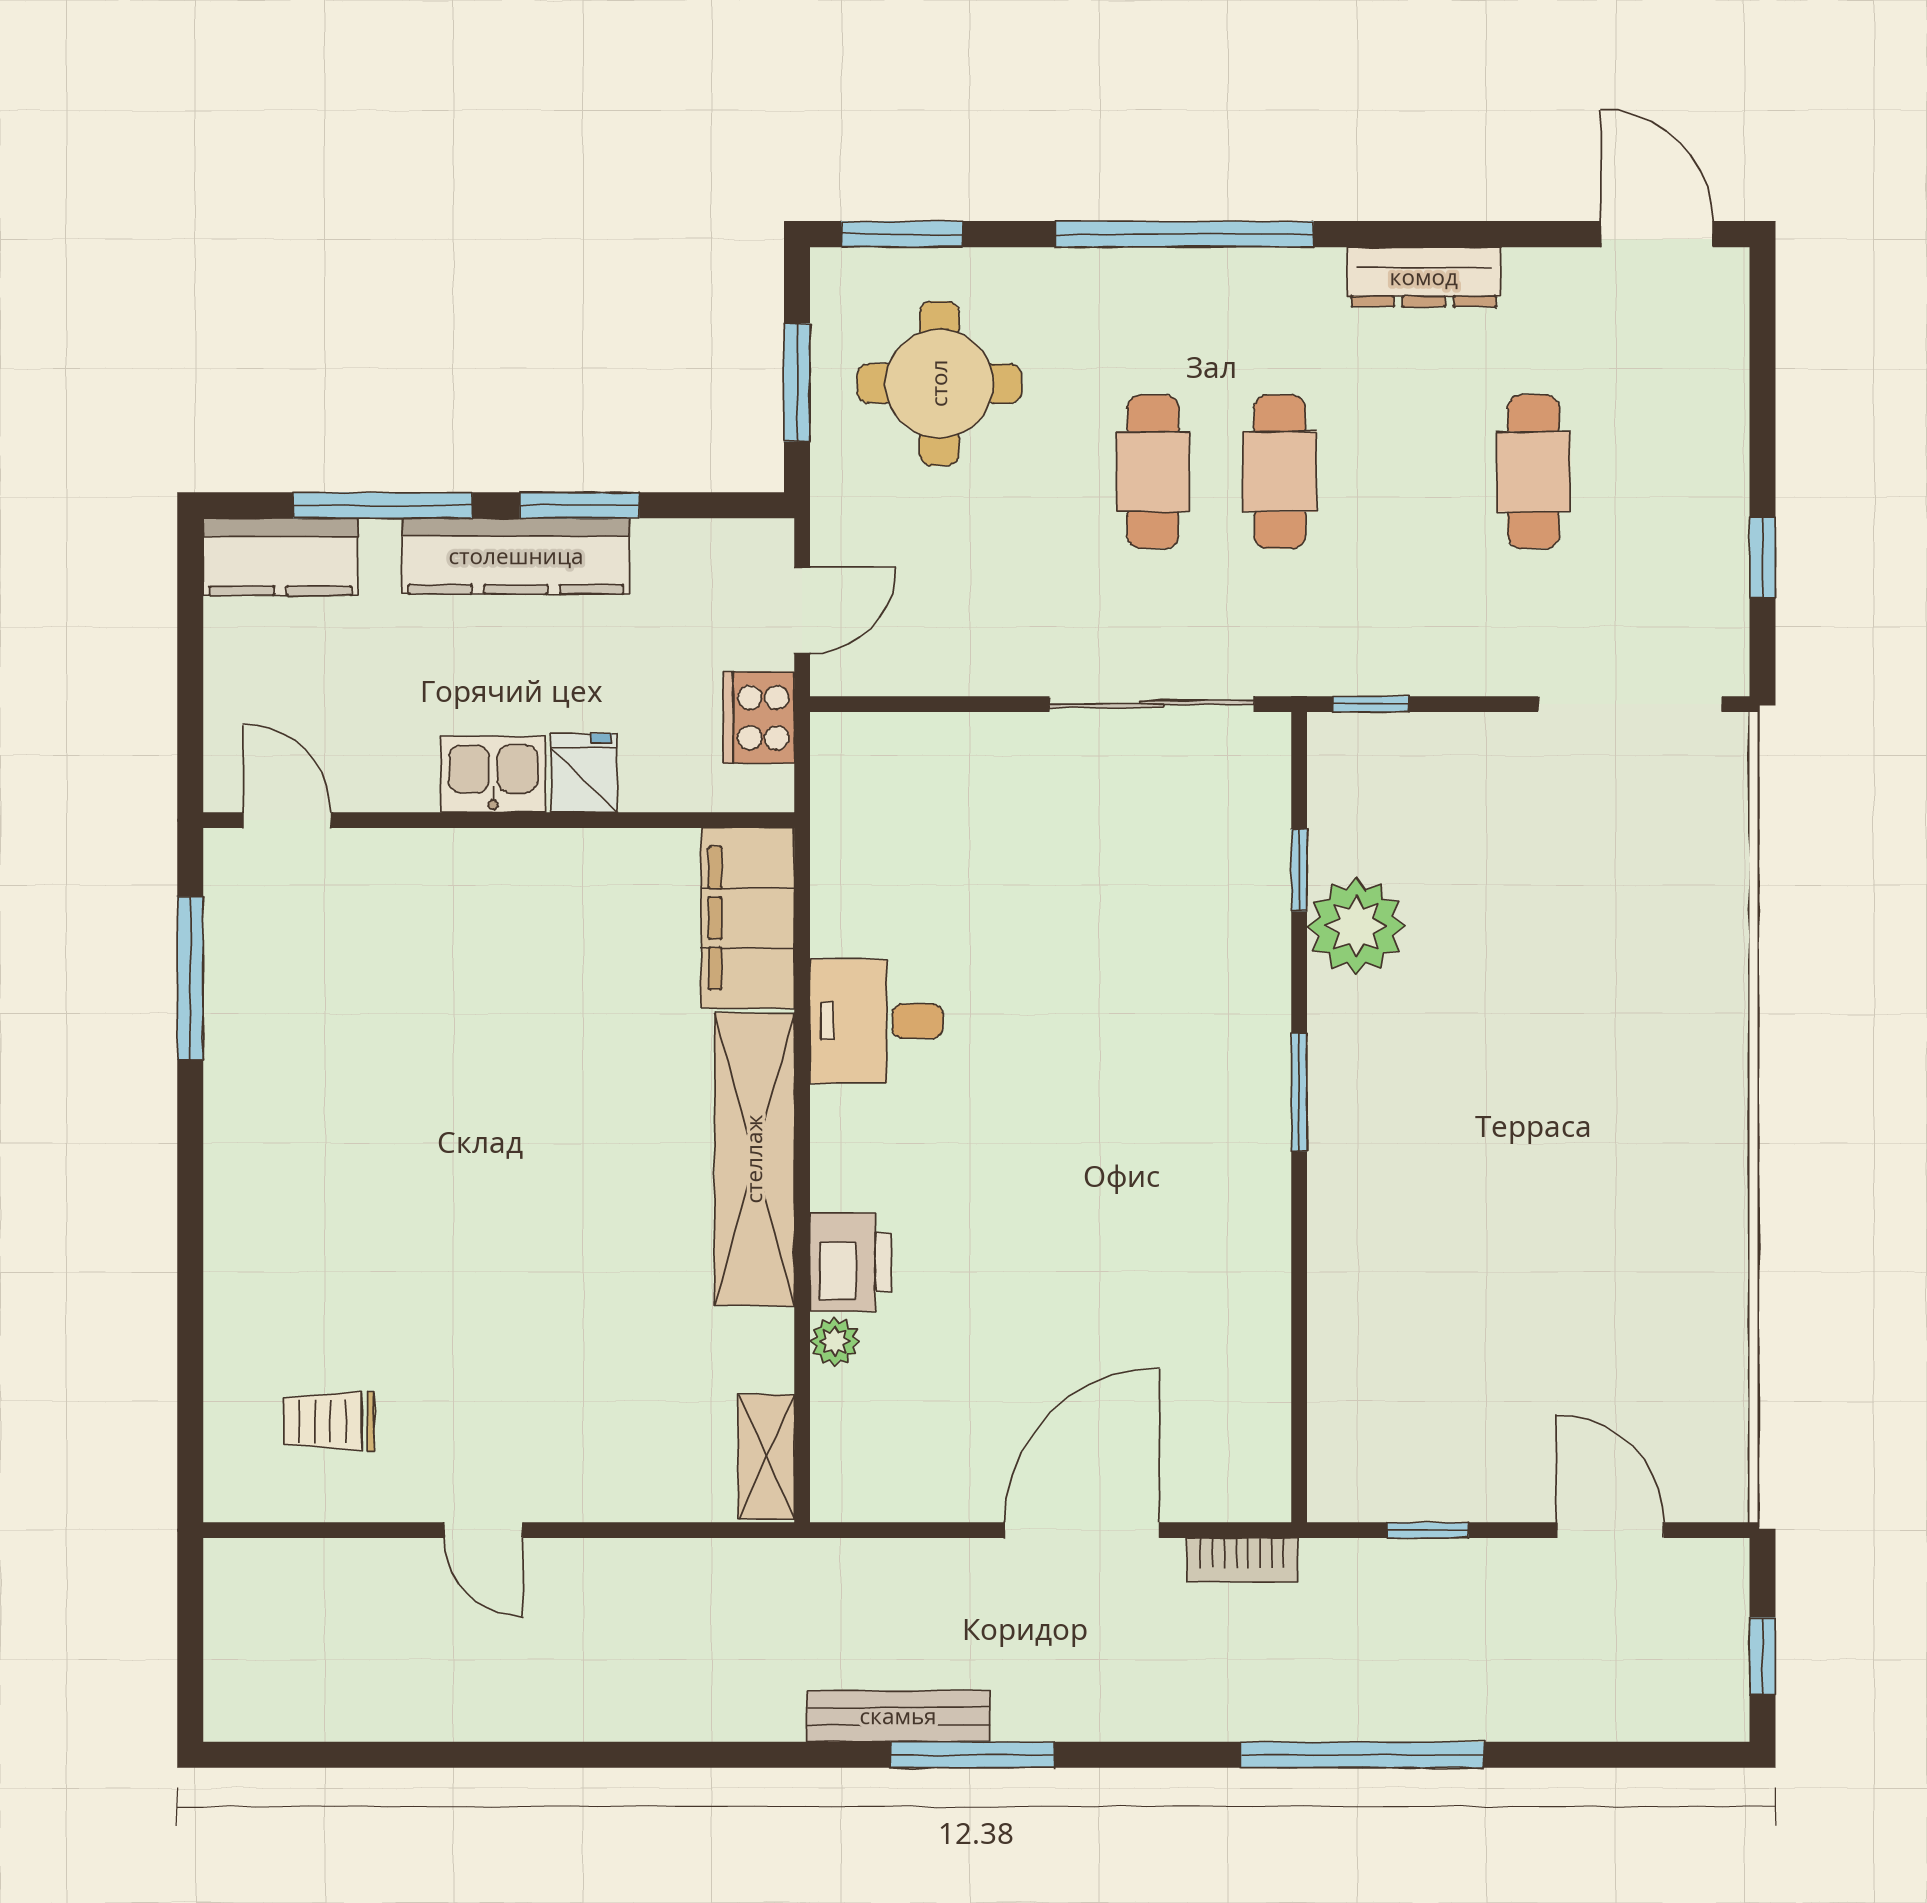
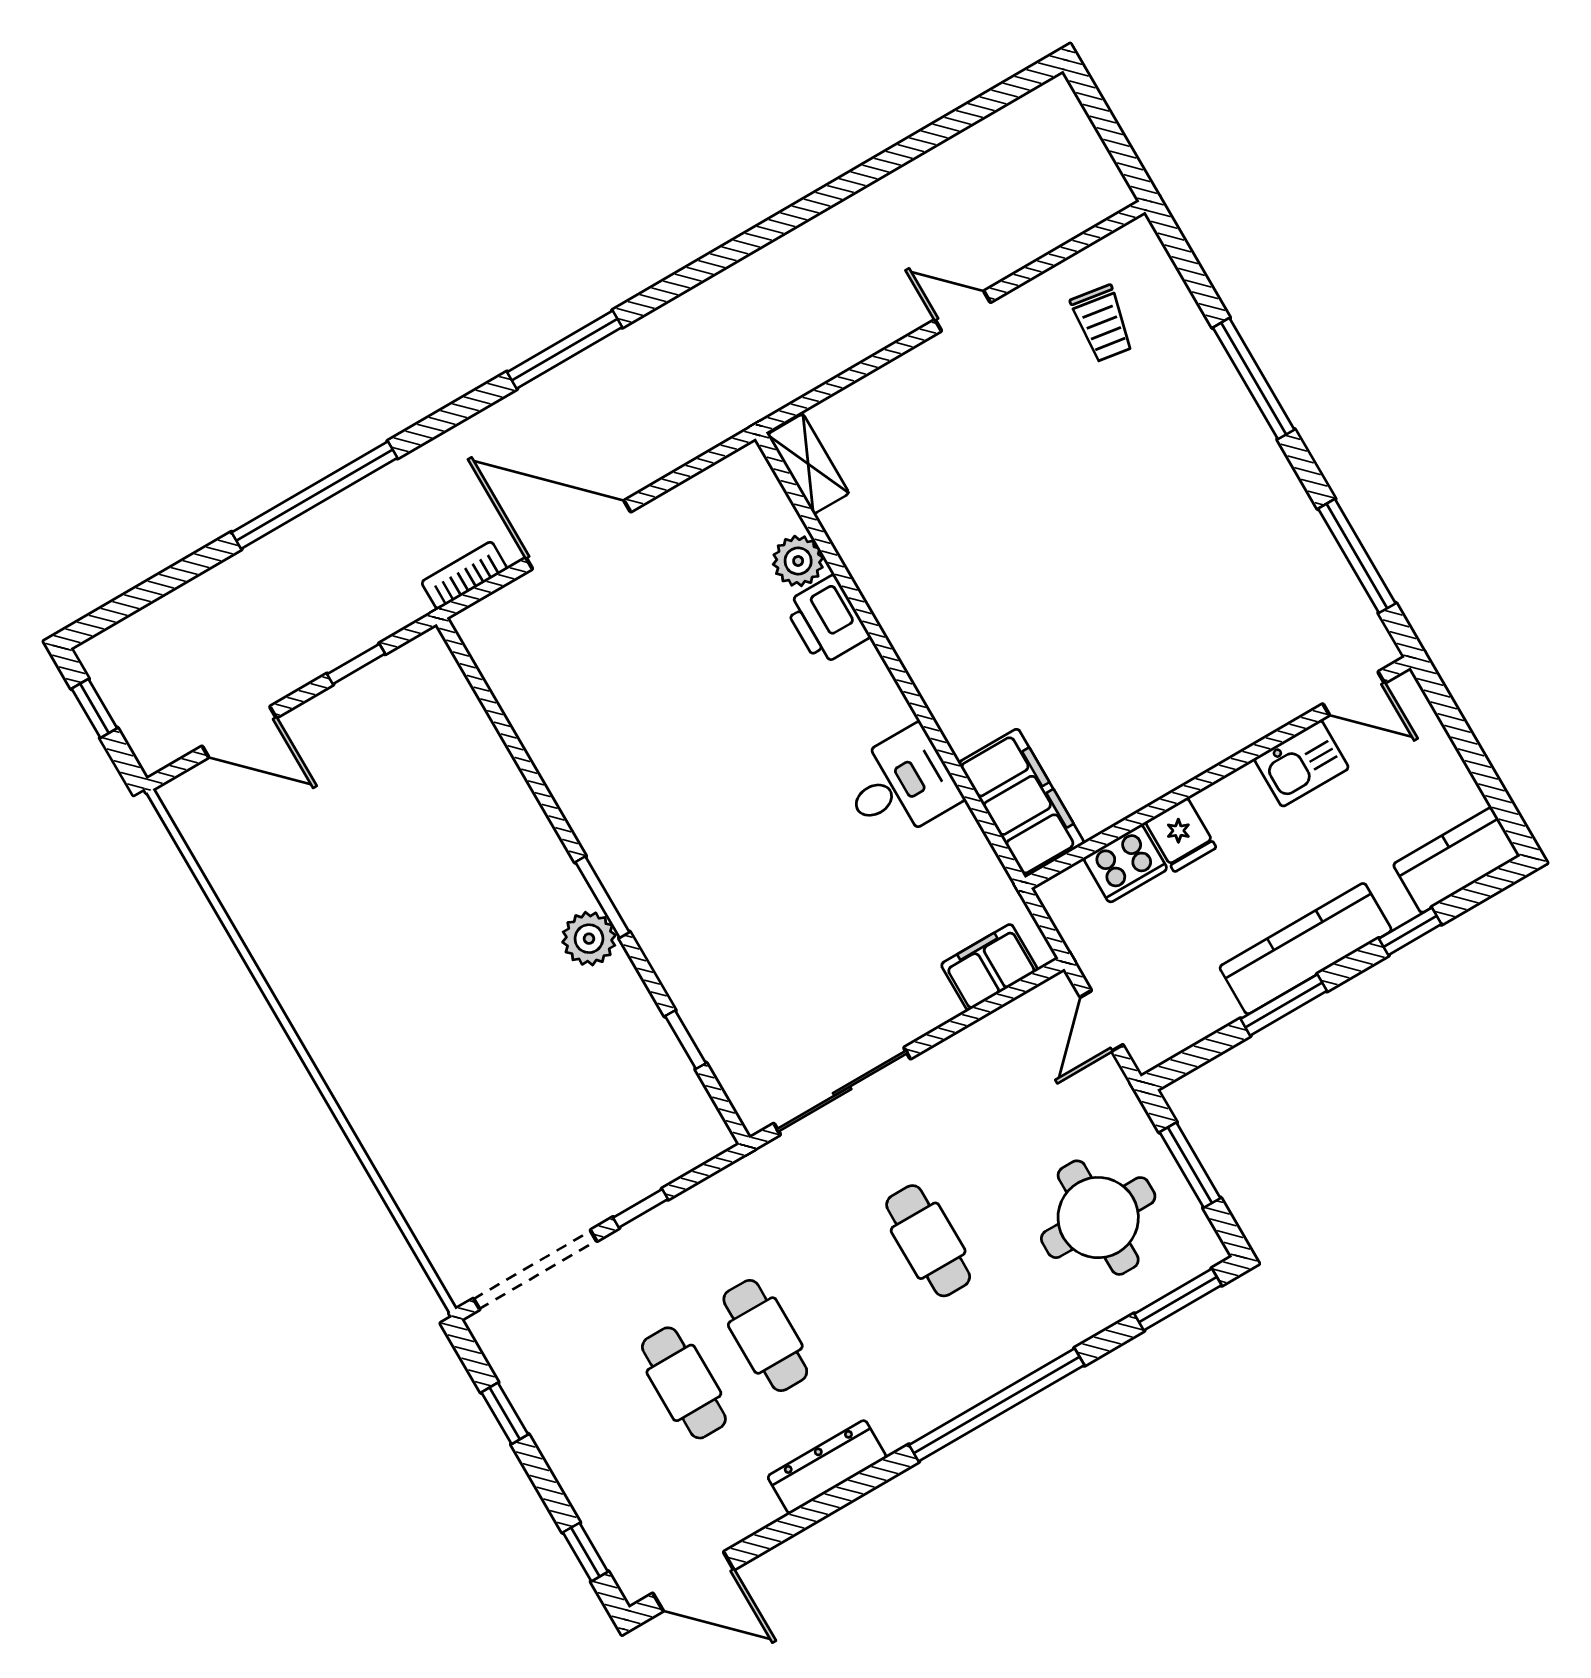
window: (1763, 341) -> (585, 1552), added
cafe table: (1280, 472) -> (765, 1336), moved
window: (383, 505) -> (1410, 931), width x0.46
window: (1370, 704) -> (641, 1208), moved
cooker: (759, 718) -> (1125, 864), moved, turned 90
filing cabinet: (896, 749) -> (989, 967), added
kitchen sink: (493, 774) -> (1301, 763), moved
plant: (1356, 926) -> (589, 939), moved, width x0.73, depth x0.73
shelving: (754, 1159) -> (927, 650), removed
window: (190, 1255) -> (1254, 379), added
plant: (835, 1341) -> (798, 561), width x1.38, depth x1.38
trolley: (329, 1421) -> (1102, 323), turned 99
door: (1082, 1530) -> (578, 535), swing flipped
bench: (898, 1716) -> (627, 347), removed

